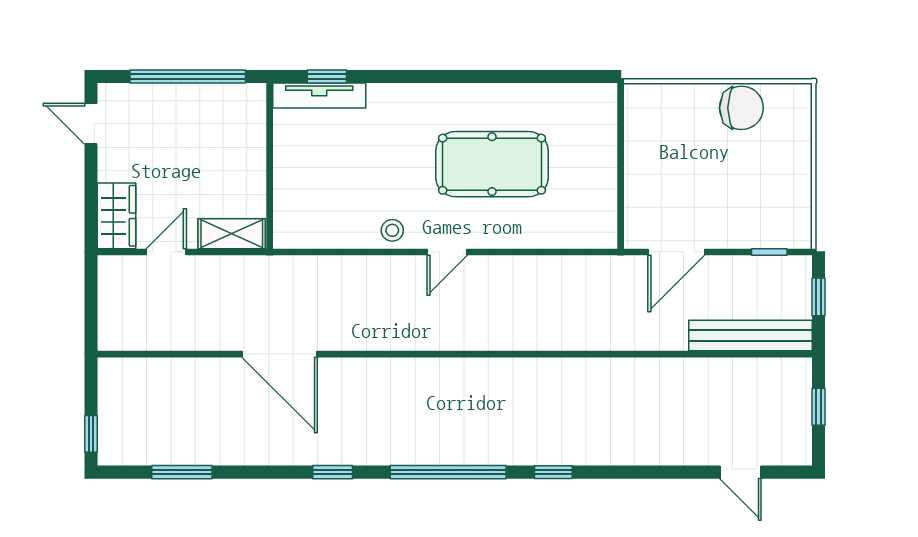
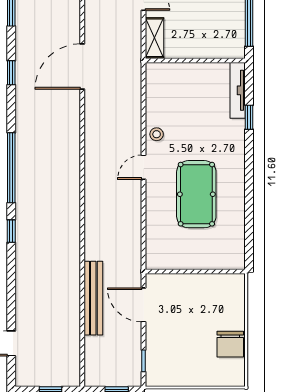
window: (327, 76) -> (249, 117), moved
door: (447, 252) -> (144, 167), hinge flipped
bench: (750, 336) -> (93, 298), moved
window: (333, 472) -> (11, 73), moved

